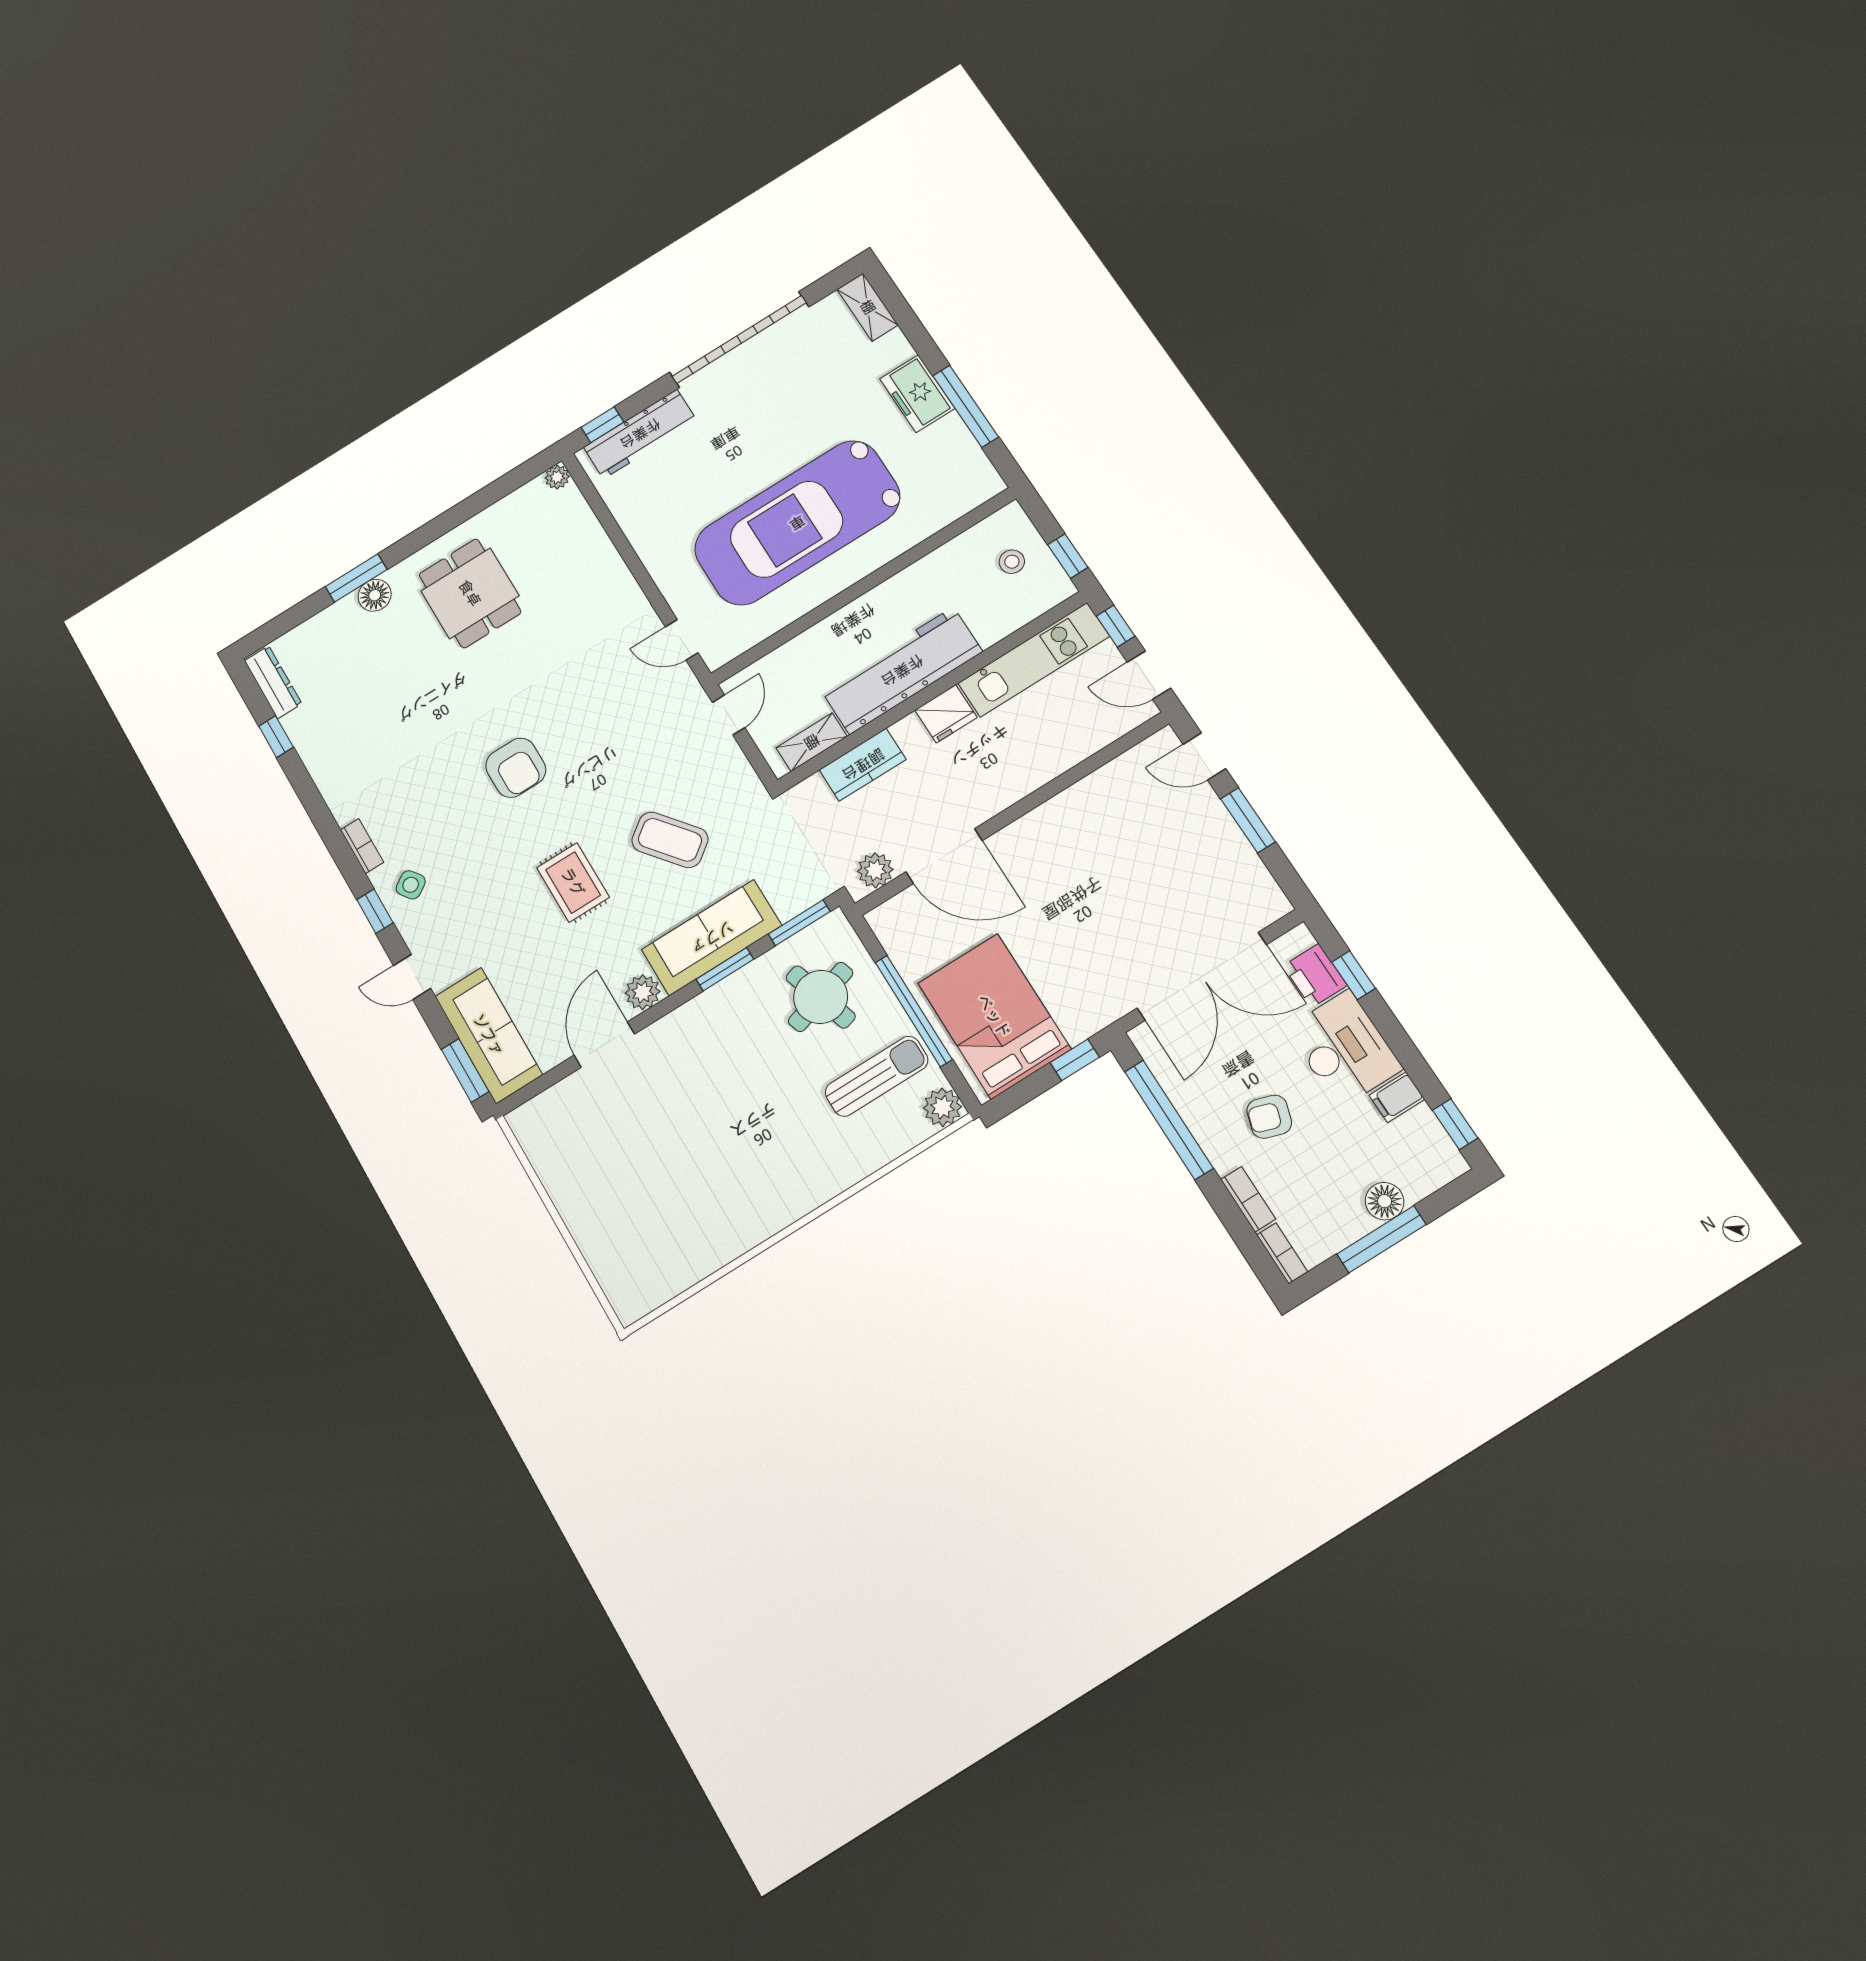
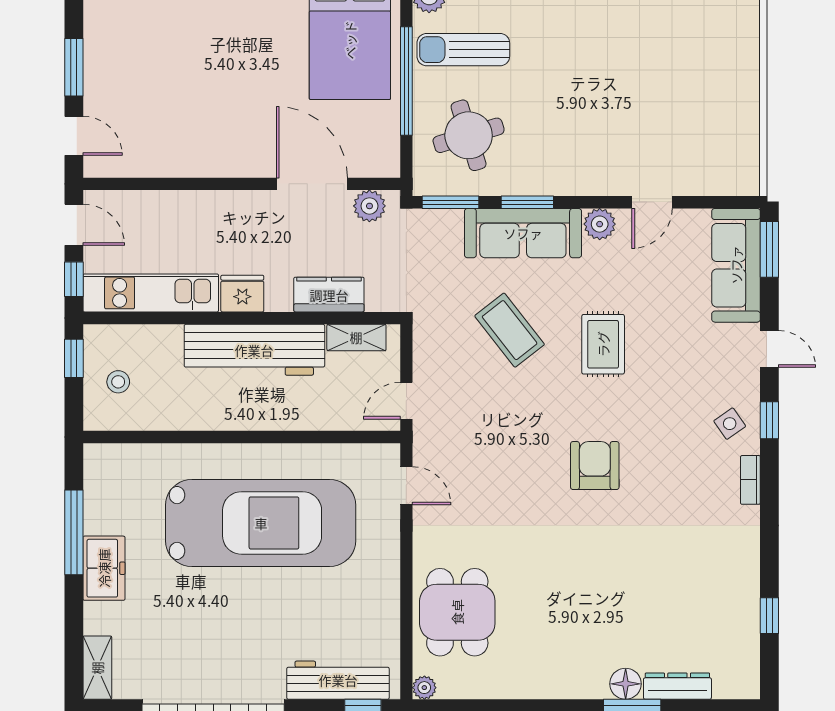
dining table: (470, 593) -> (457, 612), moved
dresser: (273, 682) -> (677, 686), moved, turned 90
door: (604, 1045) -> (652, 202), width x0.73

